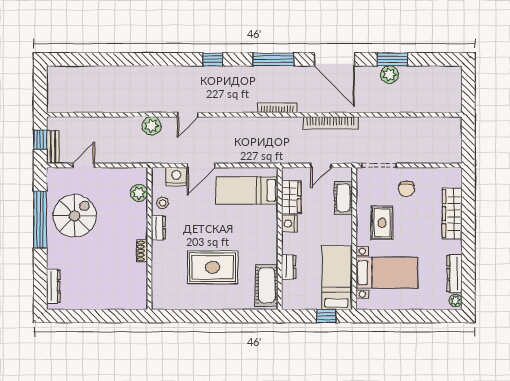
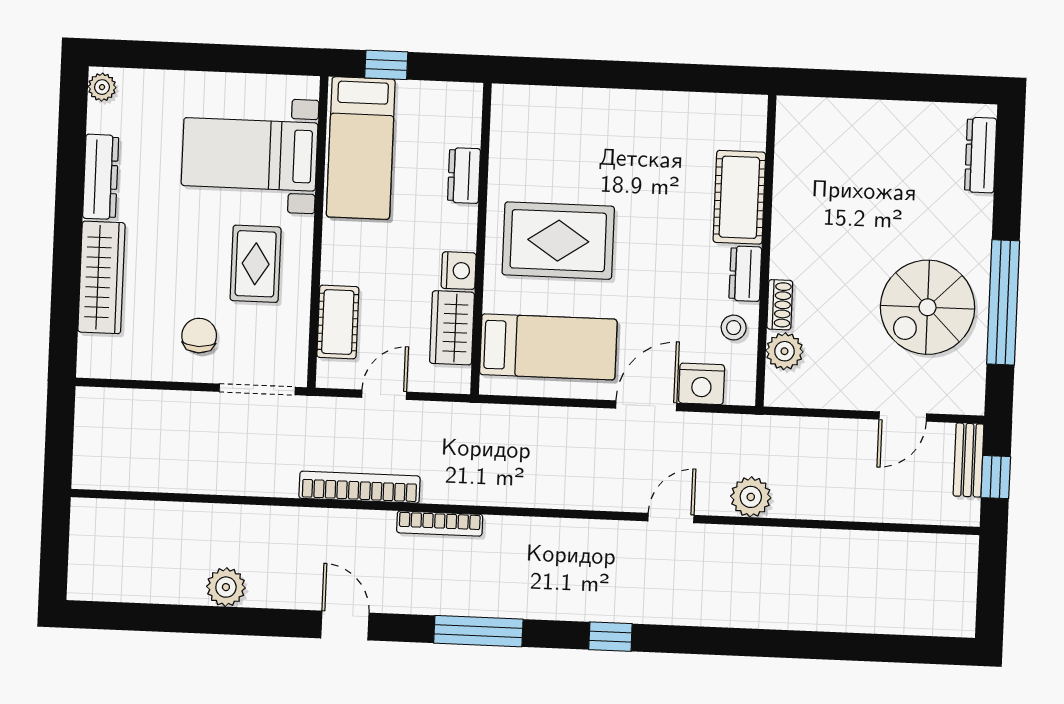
door: (334, 59) -> (345, 626), width x0.53
window: (392, 59) -> (218, 620), removed
bookcase: (277, 108) -> (440, 524), moved
shoe rack: (142, 251) -> (780, 305), moved
rug: (213, 267) -> (558, 241), moved
dresser: (454, 274) -> (101, 177), moved
cot: (267, 285) -> (739, 197), moved

